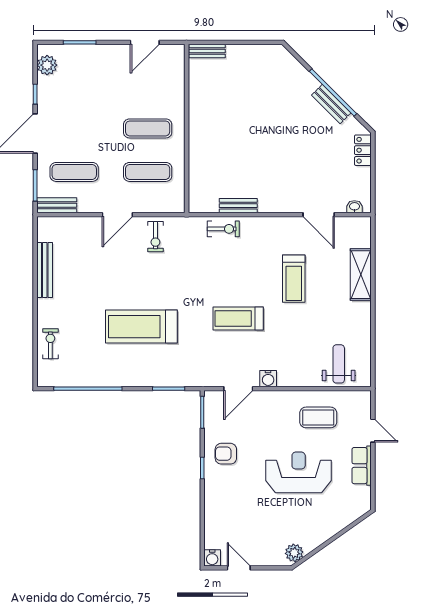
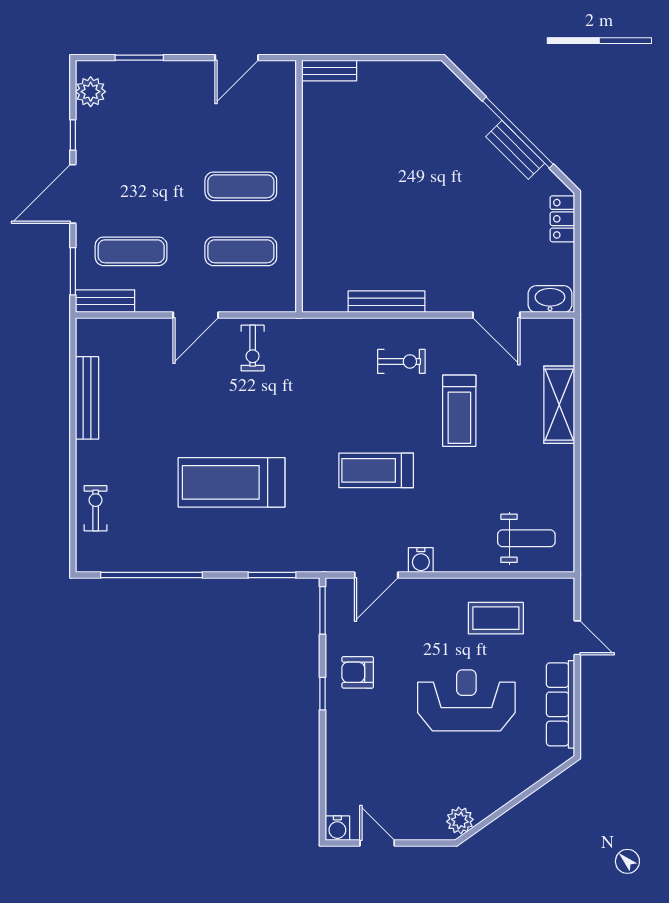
bench: (238, 206) -> (387, 302), width x1.36
washbasin: (354, 207) -> (550, 299), width x1.91, depth x1.45
exercise bike: (223, 229) -> (401, 361), moved
weight bench: (339, 364) -> (526, 538), turned 90
row of seats: (362, 466) -> (561, 704), width x1.48

